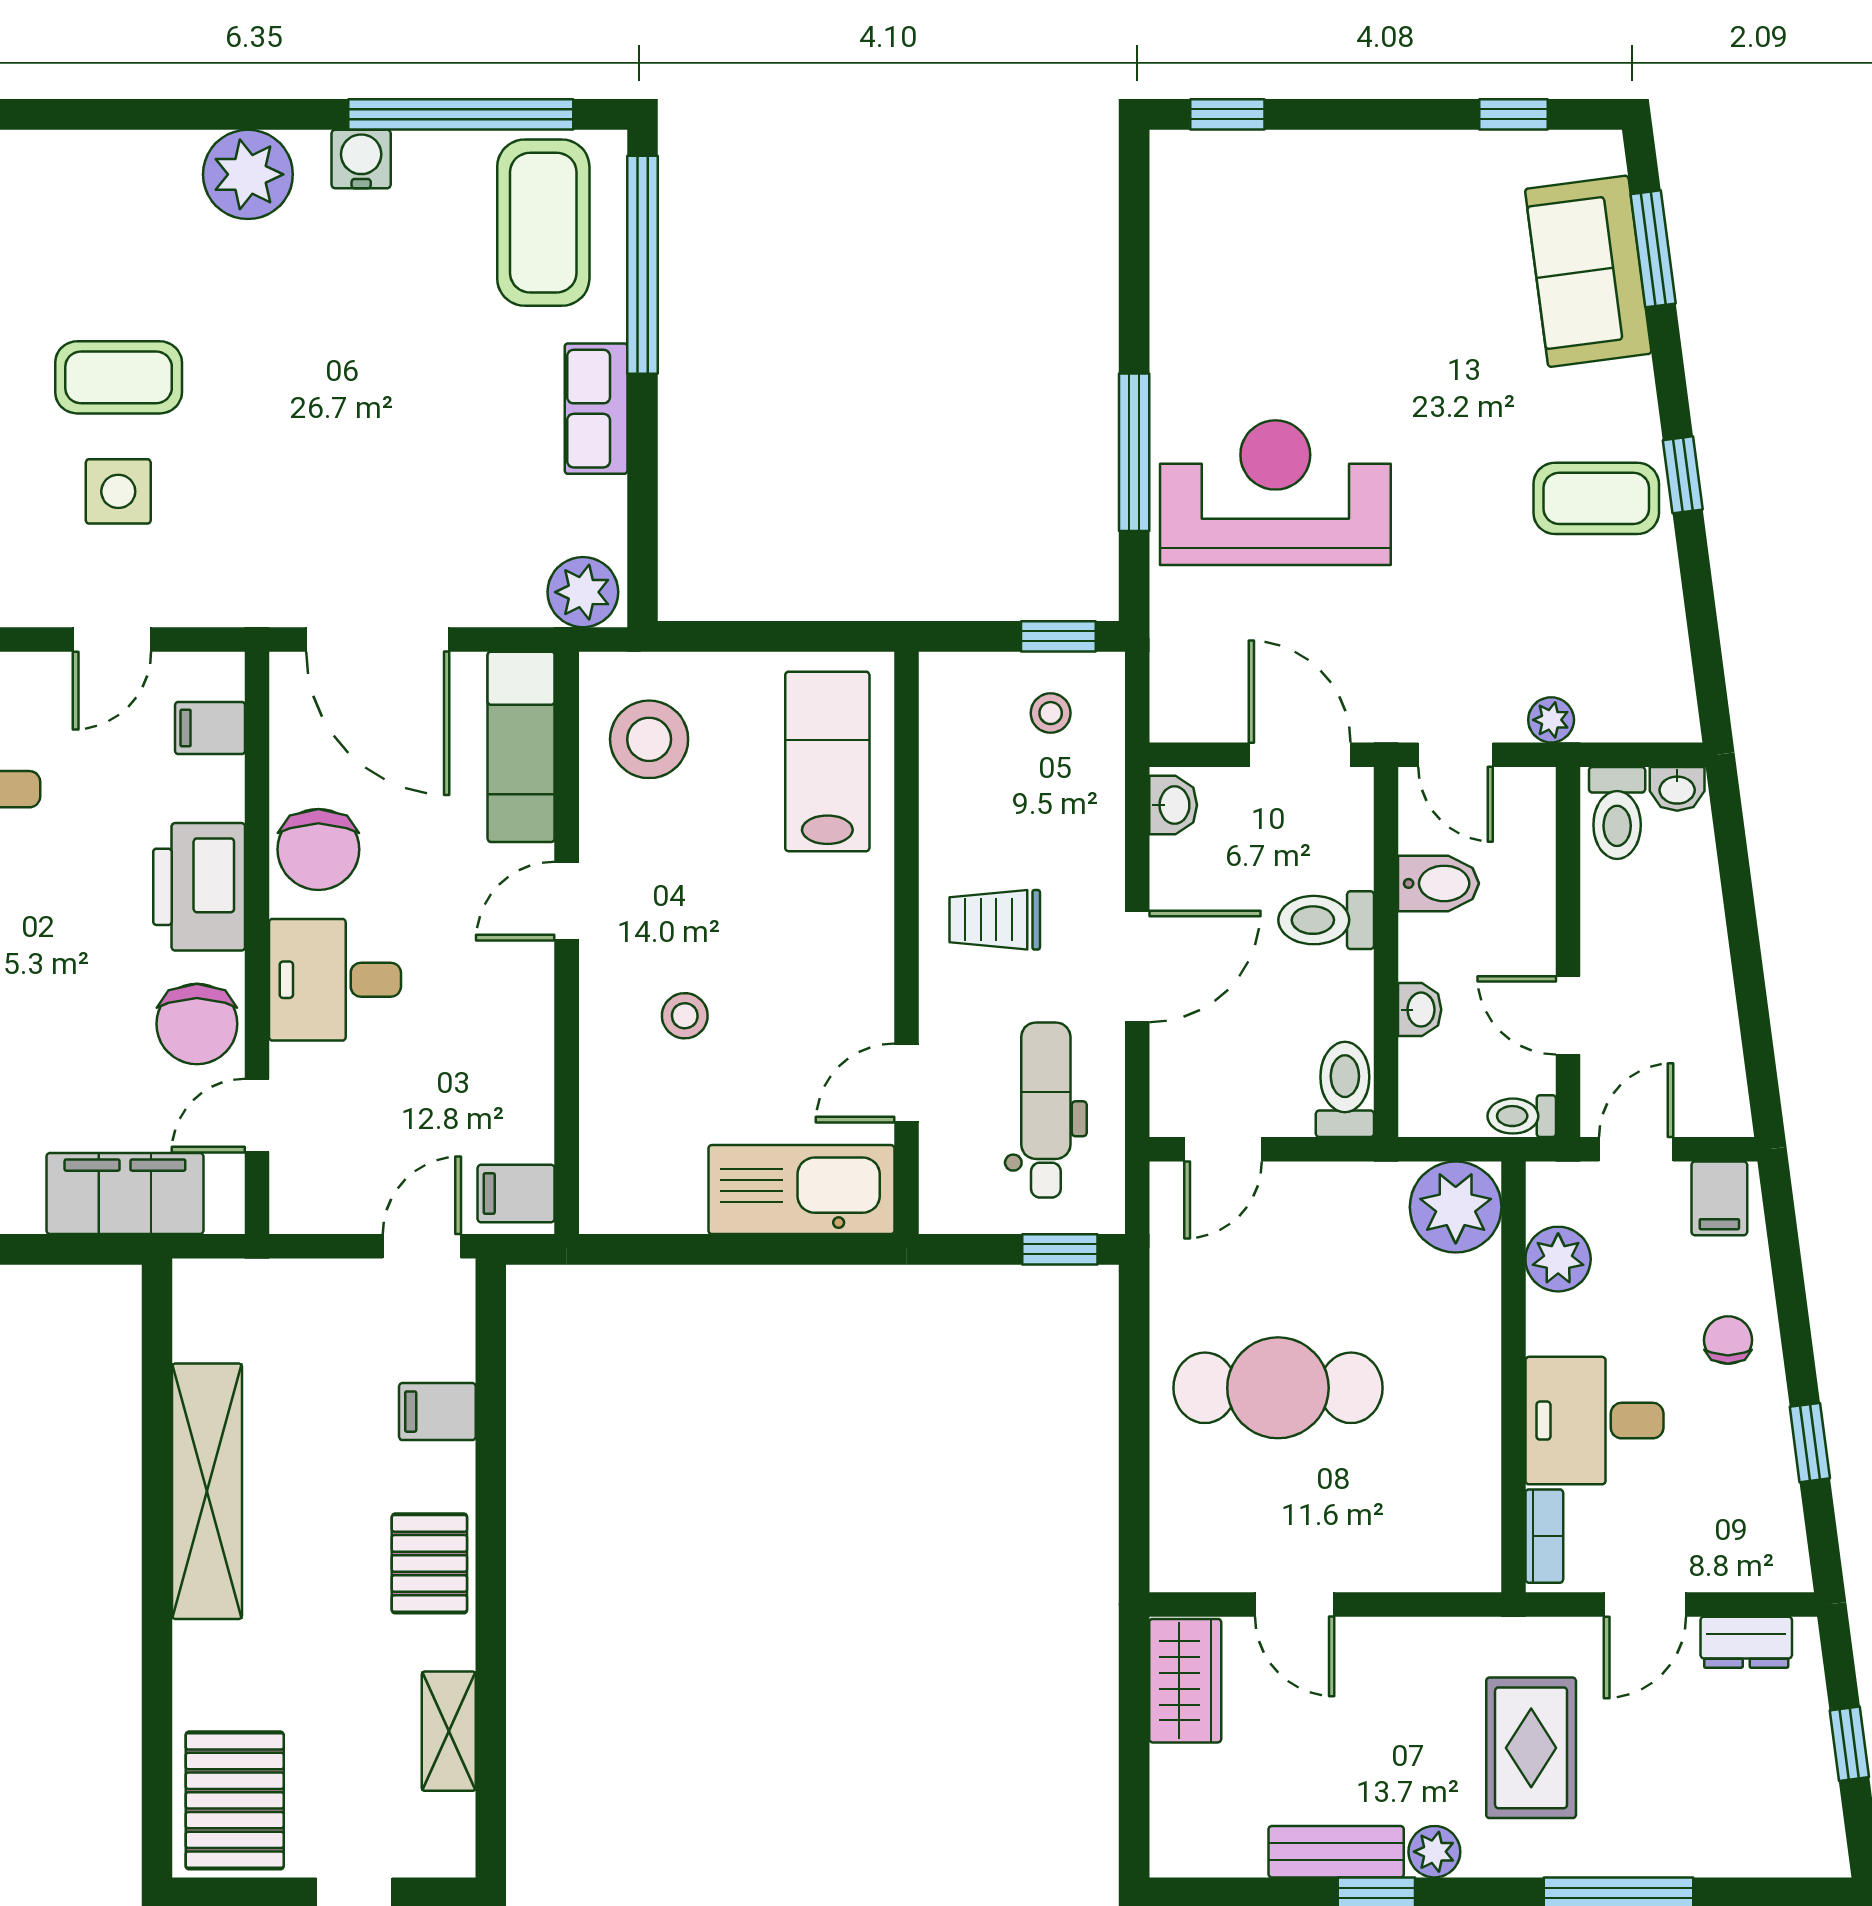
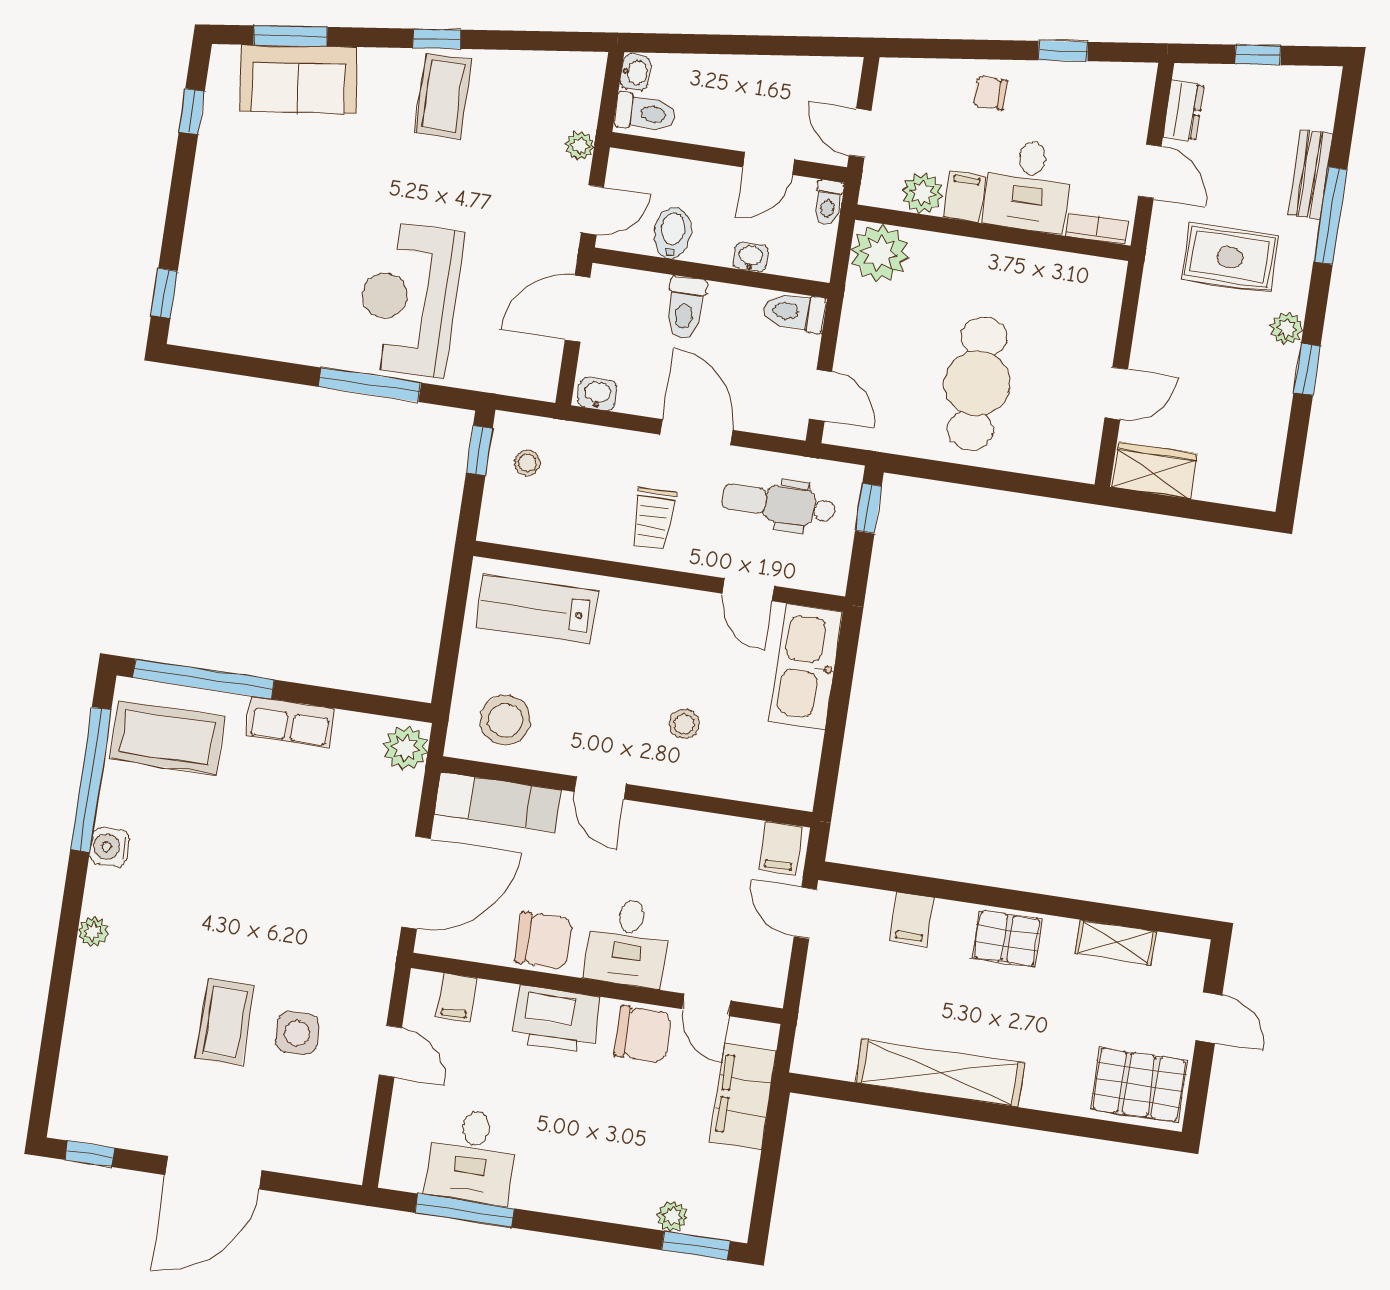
plant: (248, 174) -> (93, 932), width x0.53, depth x0.53
filing cabinet: (1719, 1198) -> (964, 197), moved, turned -90
bench: (1336, 1852) -> (1310, 174), moved

